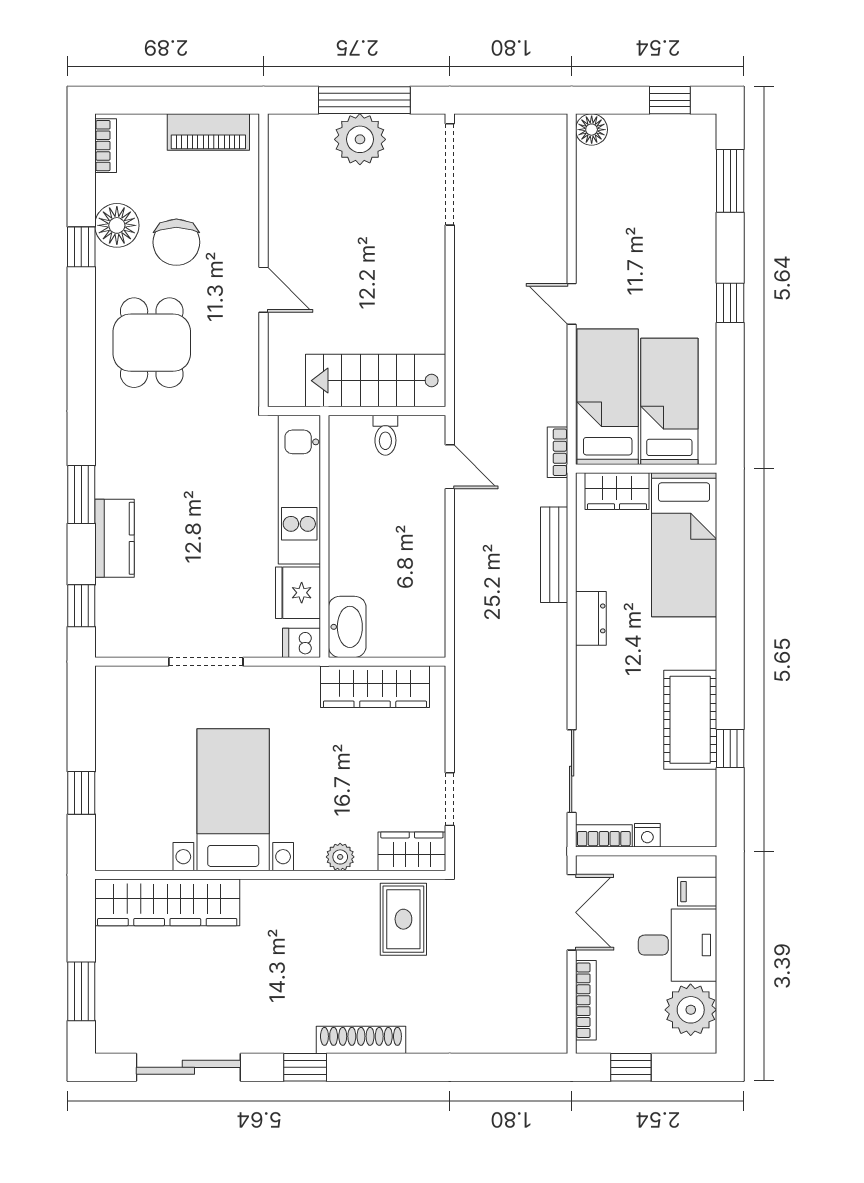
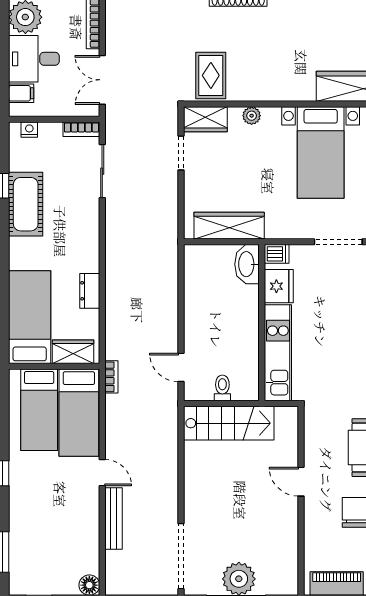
bench: (554, 555) -> (113, 518), moved
dresser: (591, 618) -> (90, 291), moved
nightstand: (647, 835) -> (29, 130), moved

